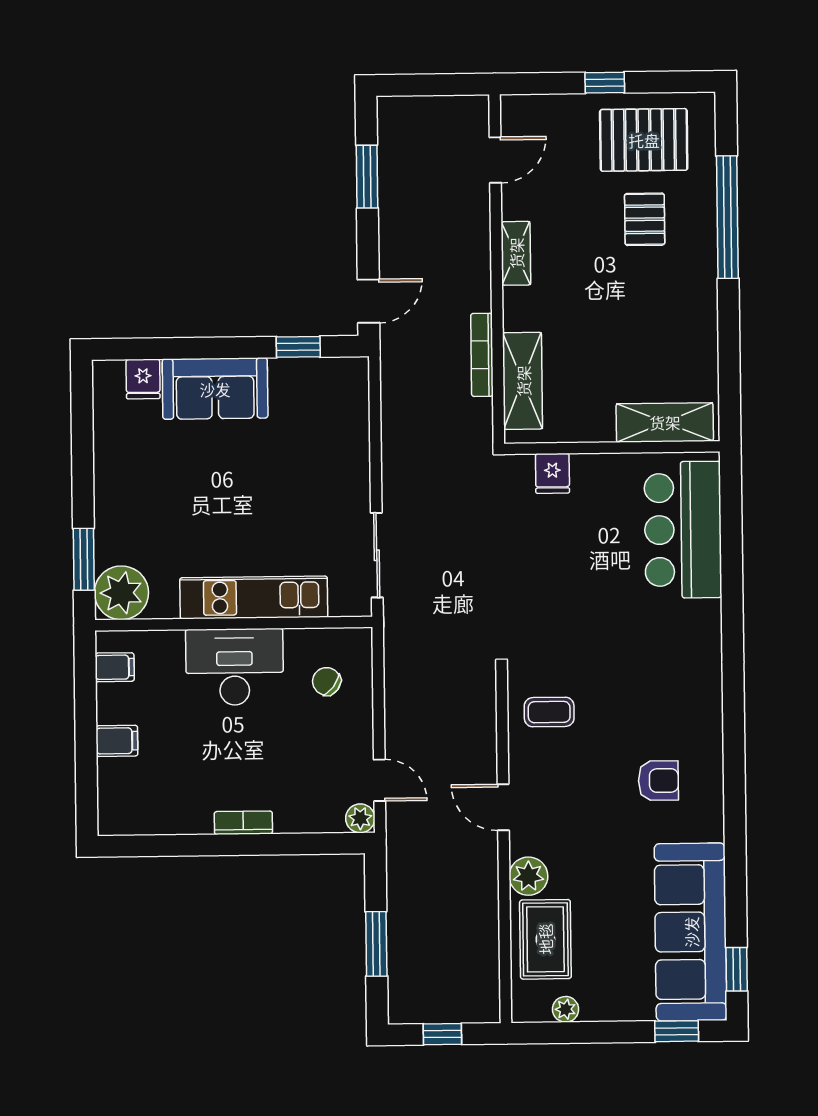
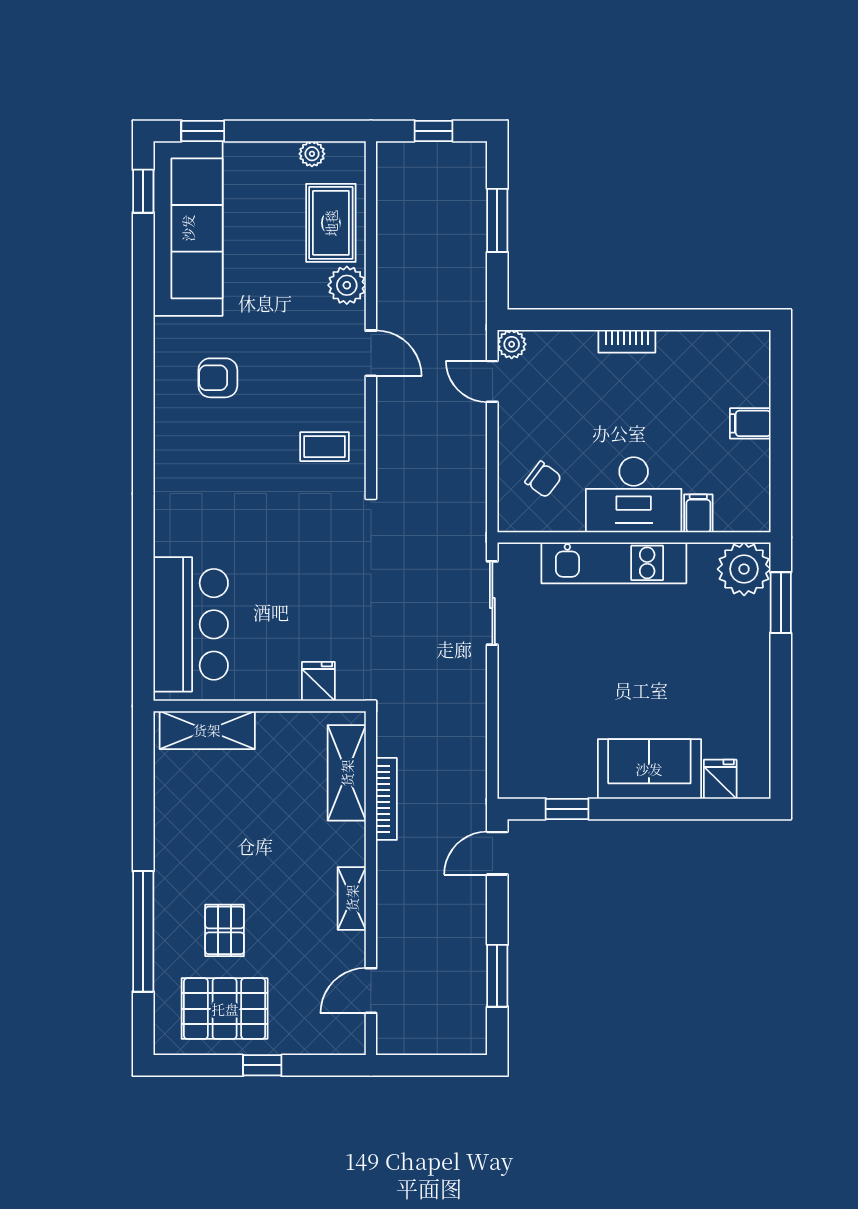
filing cabinet: (115, 667) -> (698, 513), moved, turned 90

